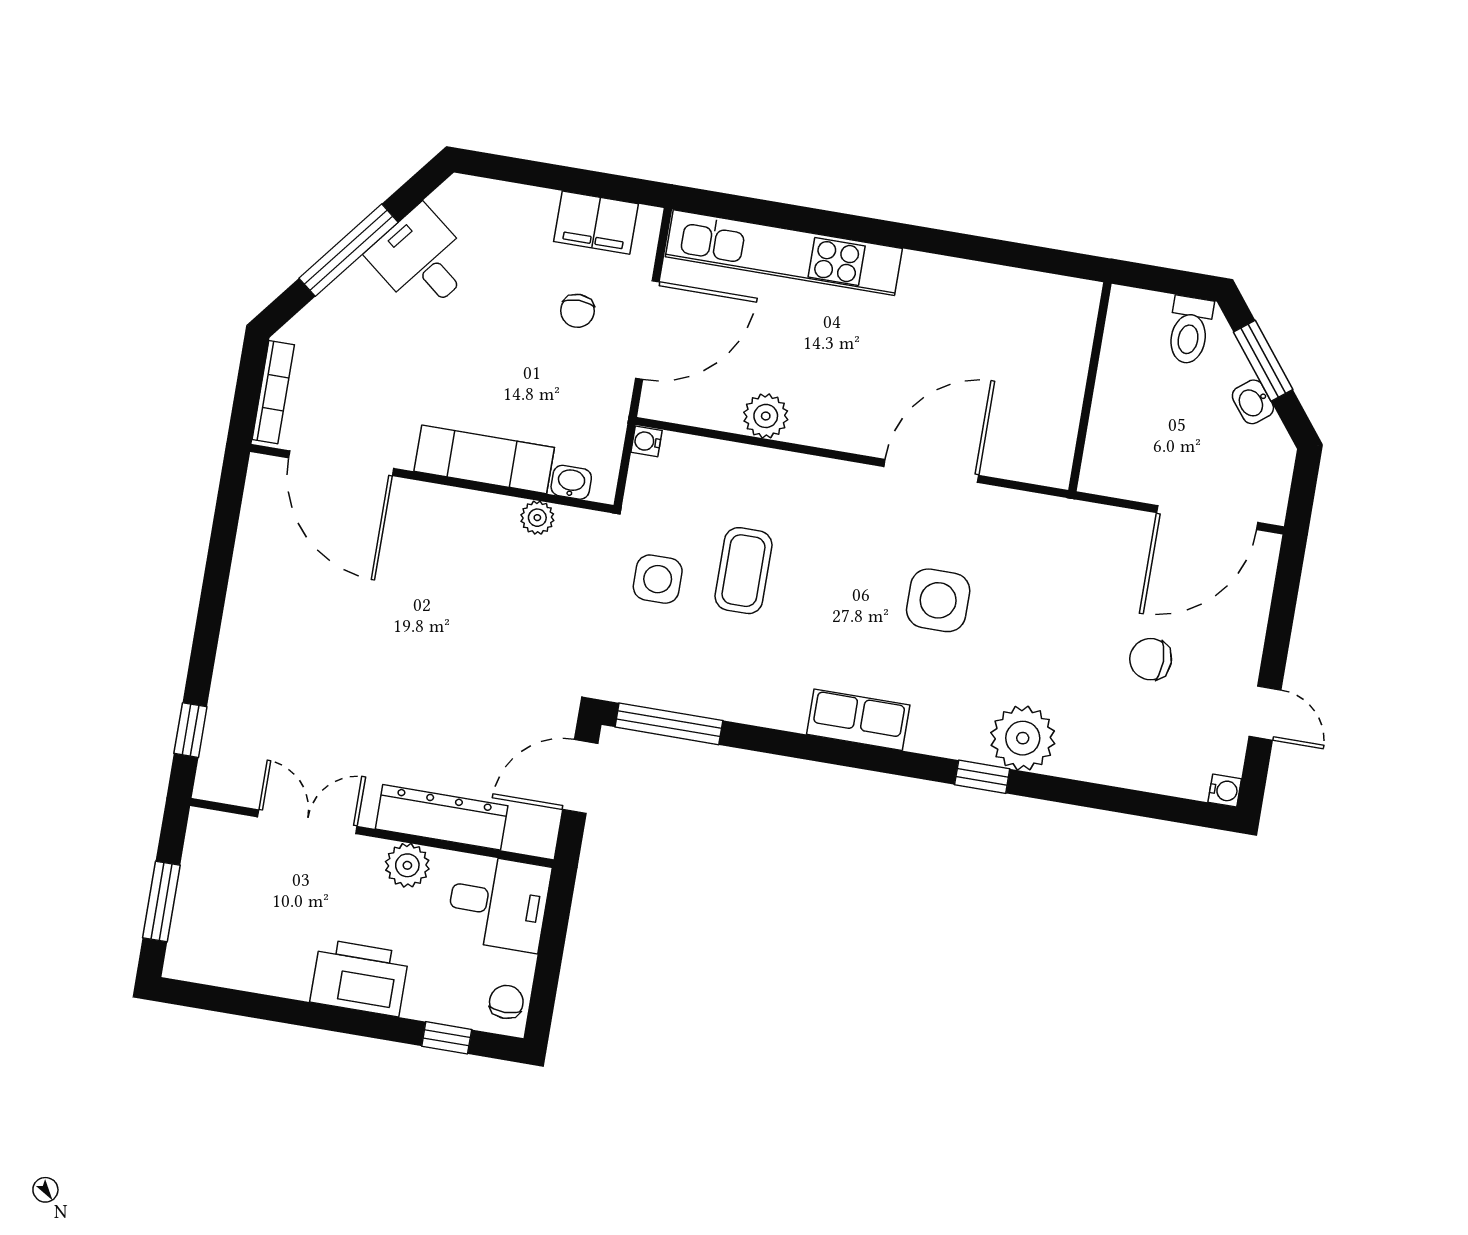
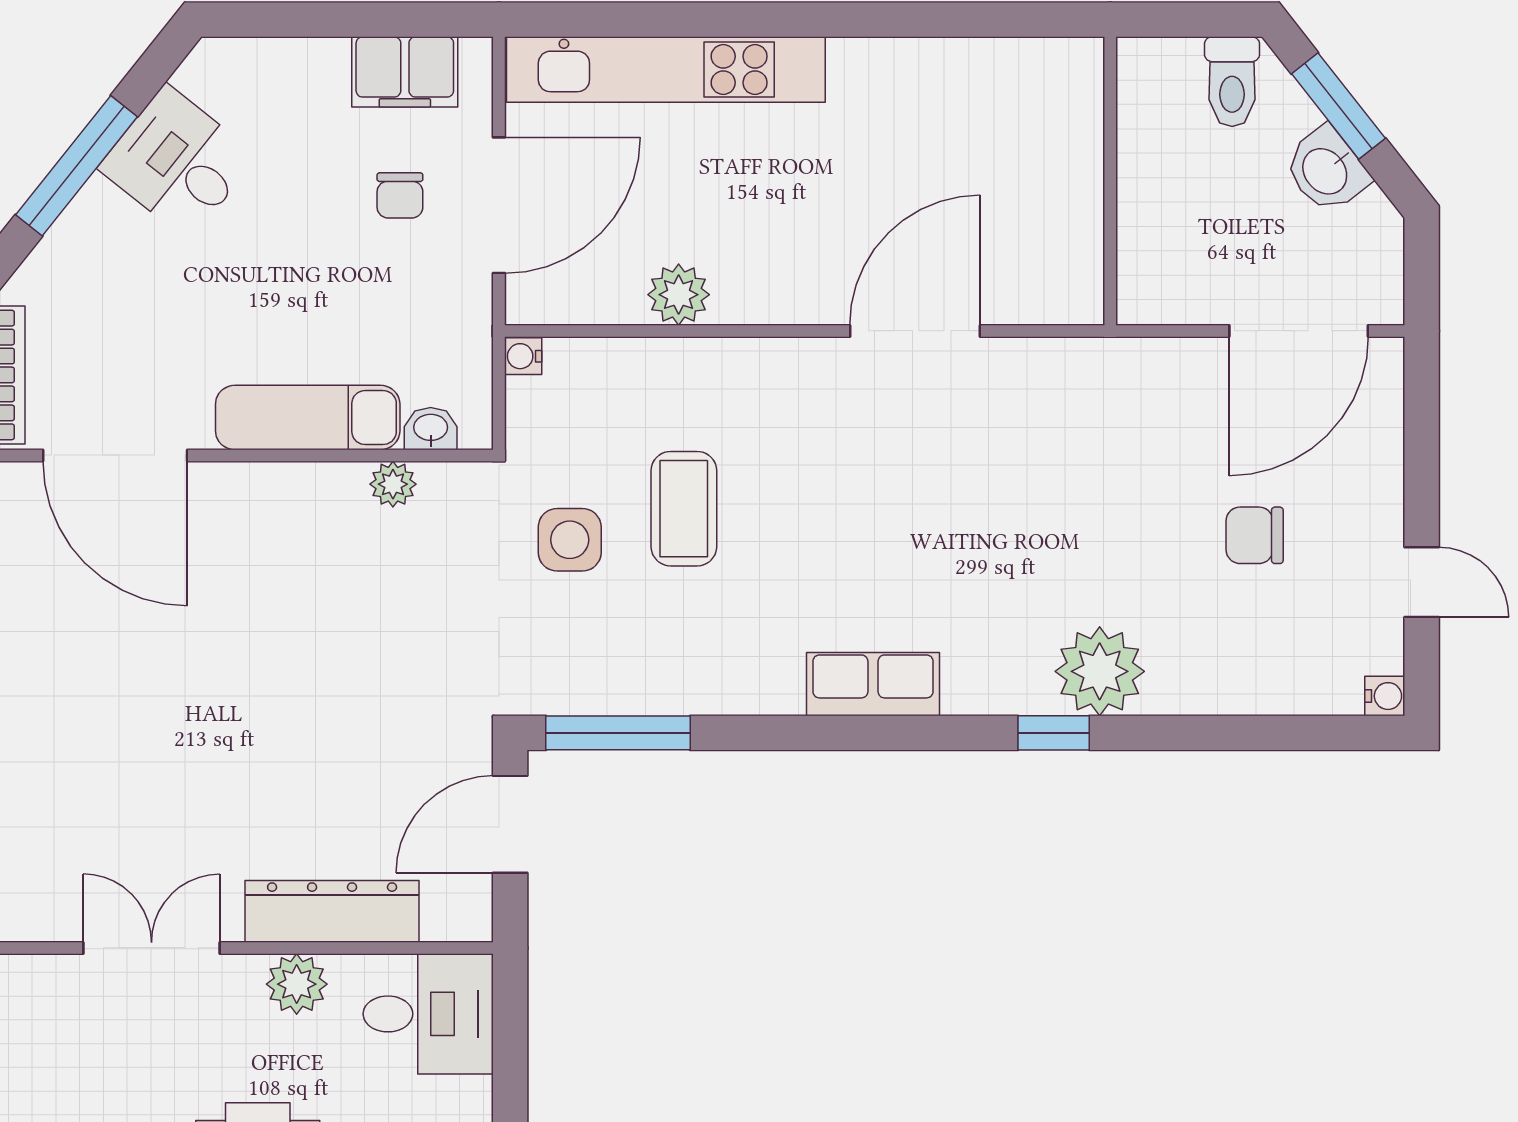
washbasin: (1253, 402) -> (1326, 170), width x1.38, depth x1.45
side table: (938, 600) -> (954, 504), removed

